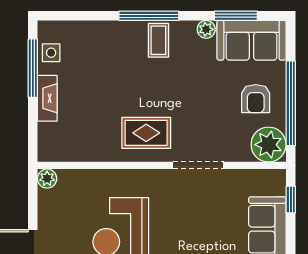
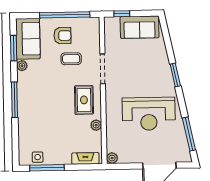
coffee table: (158, 40) -> (71, 59), moved
fireplace: (47, 98) -> (85, 158), moved
plant: (269, 145) -> (96, 125), moved, width x0.53, depth x0.53

